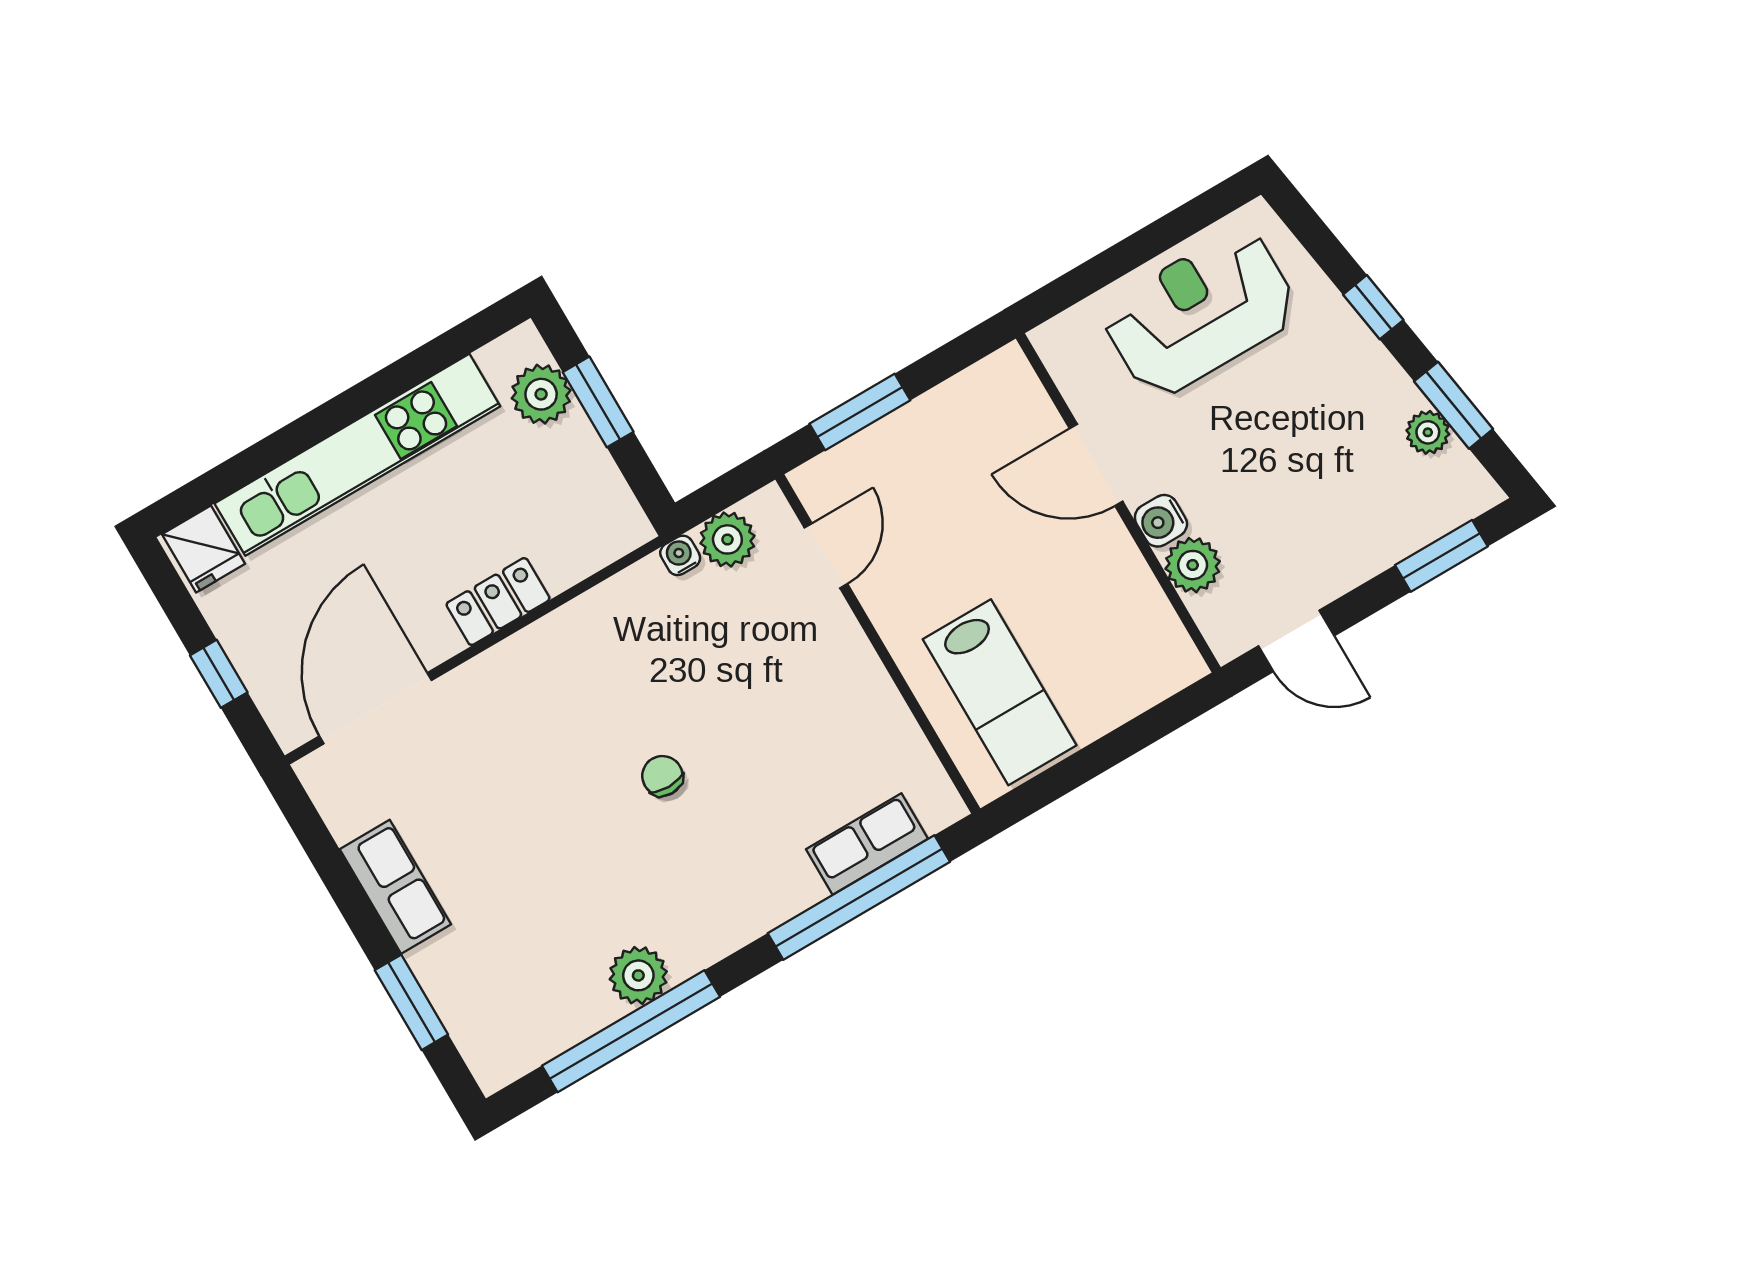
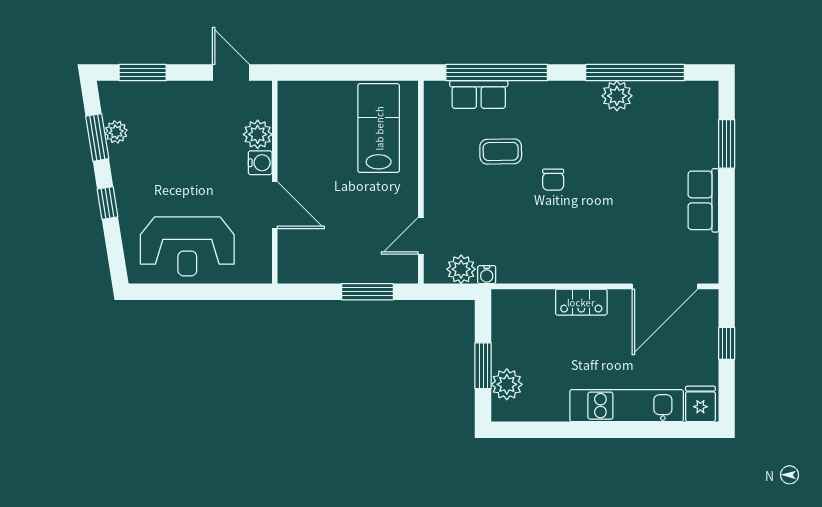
kitchen unit: (357, 455) -> (627, 406), width x0.73
coffee table: (776, 772) -> (501, 151), added

